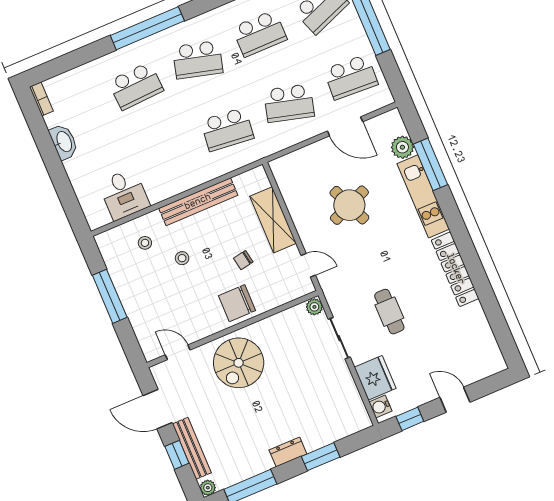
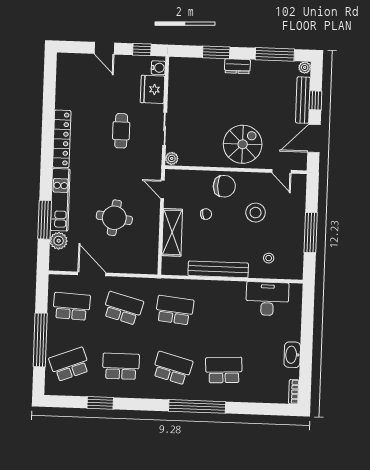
desk: (124, 194) -> (267, 299), width x1.37
round table: (349, 205) -> (114, 218), turned 31
stool: (182, 258) -> (256, 213), moved, width x1.89, depth x1.89
door: (158, 409) -> (314, 138), swing flipped

